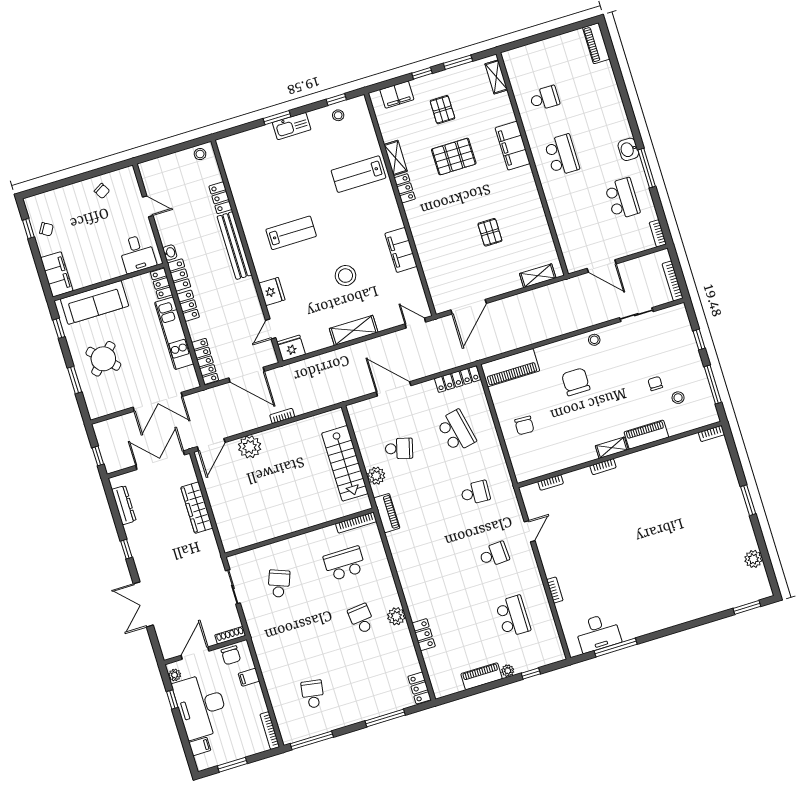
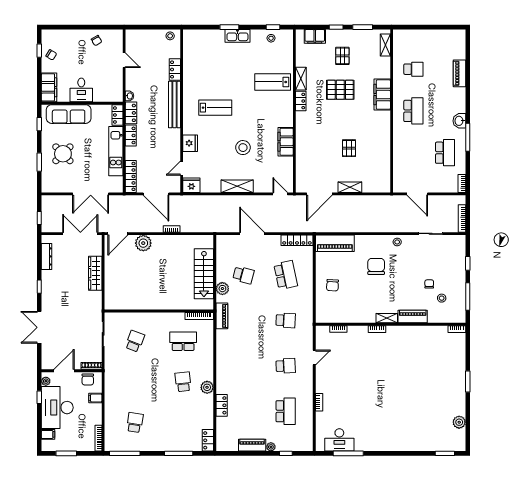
piano: (596, 43) -> (459, 73), moved
desk: (137, 254) -> (81, 90), moved
shelving: (538, 276) -> (350, 187), moved

